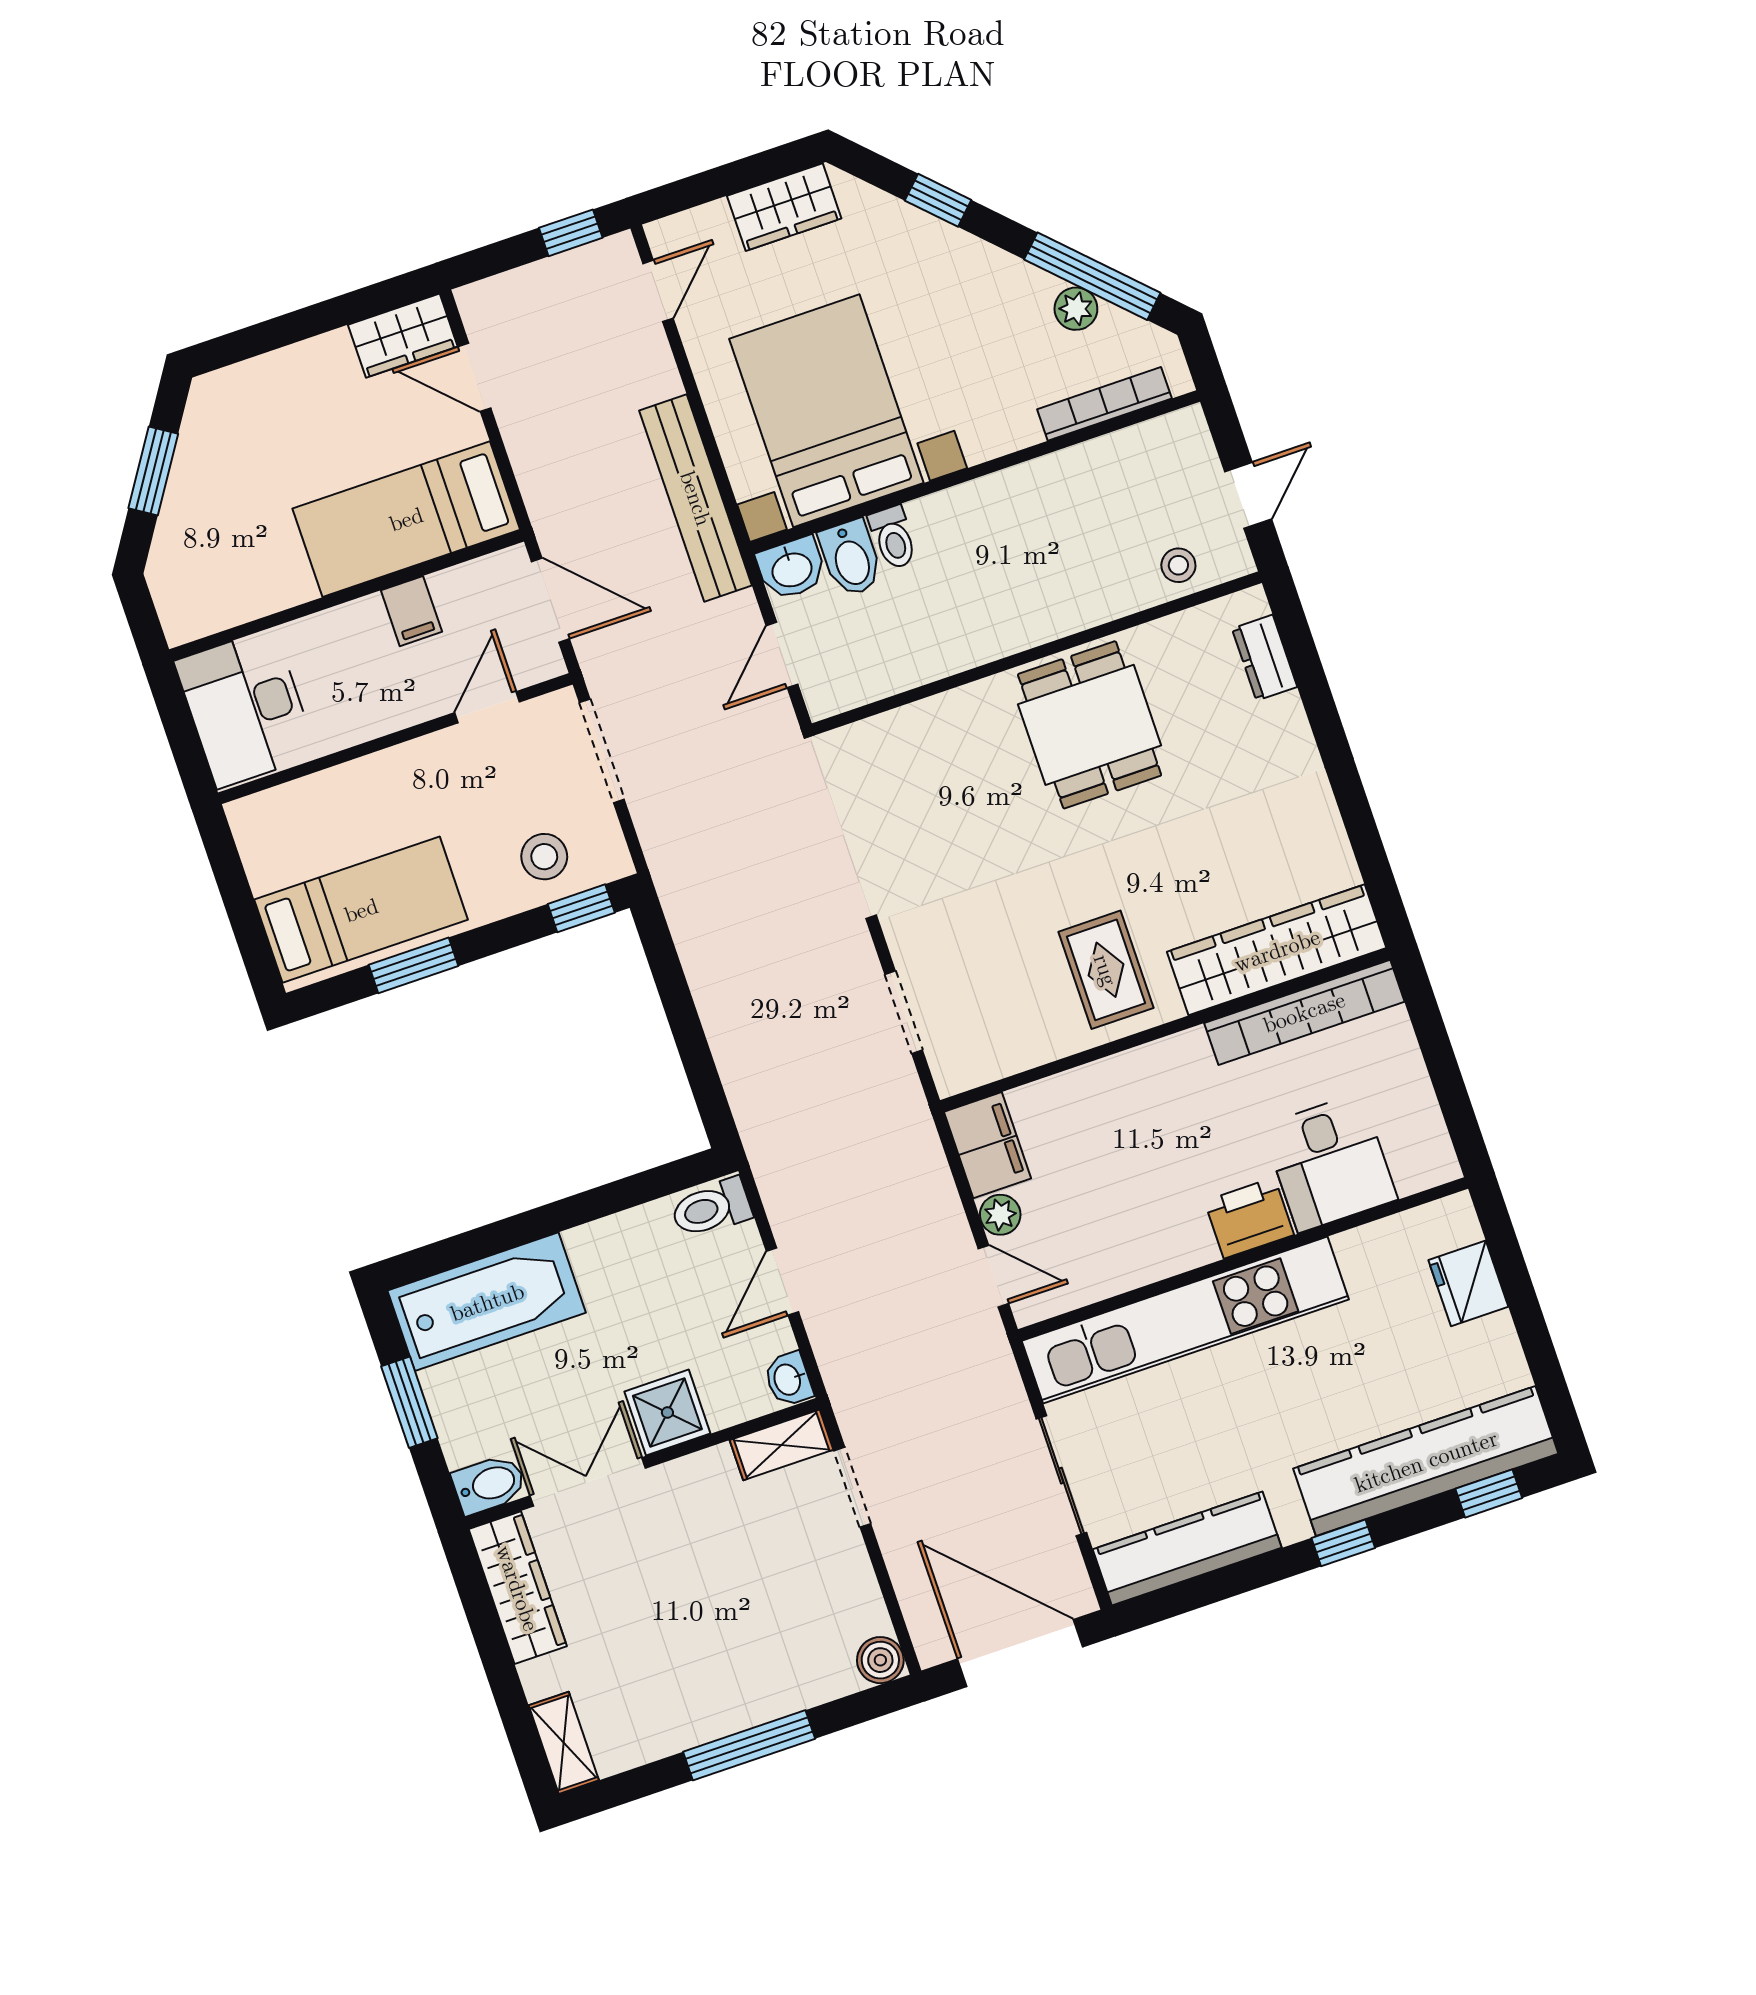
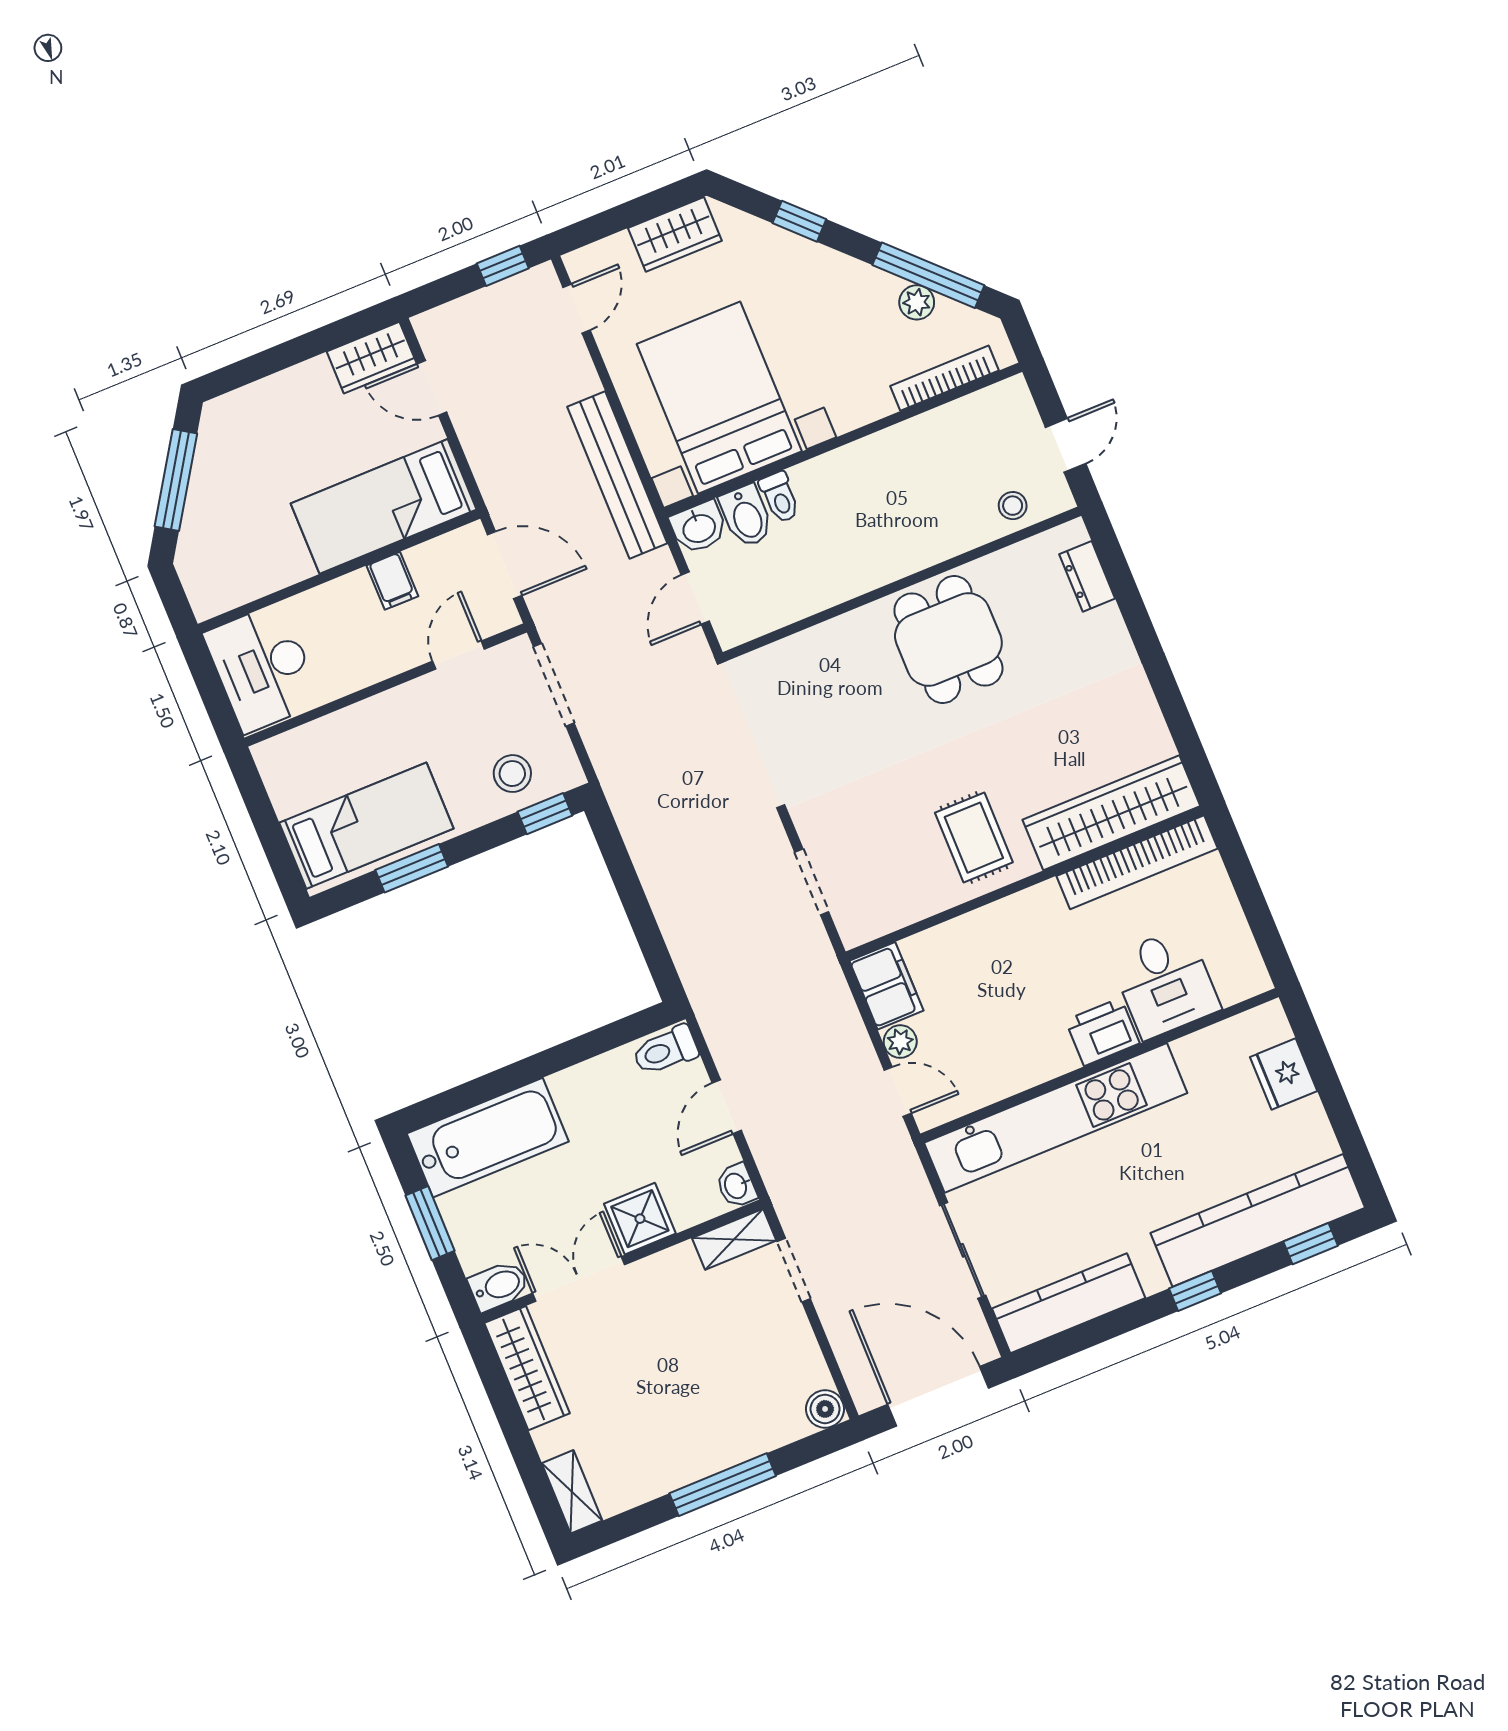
window: (153, 471) -> (176, 480), width x1.44

